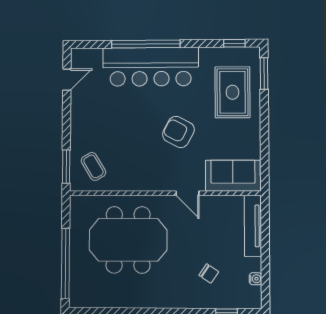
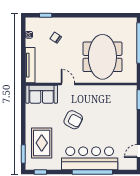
coffee table: (93, 166) -> (123, 100), removed
meeting table: (128, 240) -> (102, 57), turned 90

